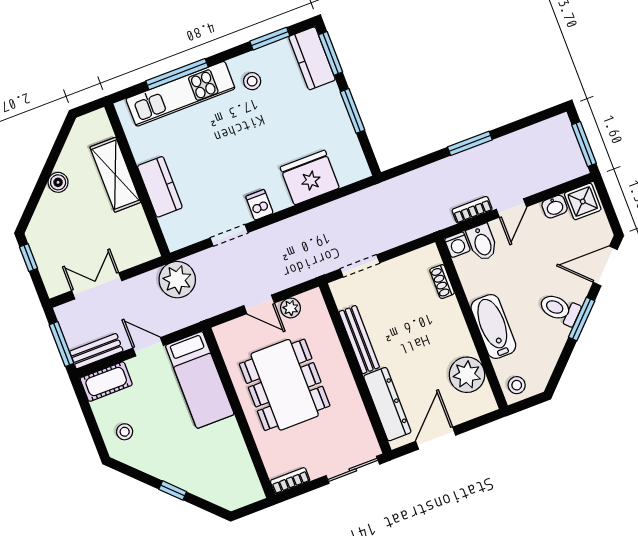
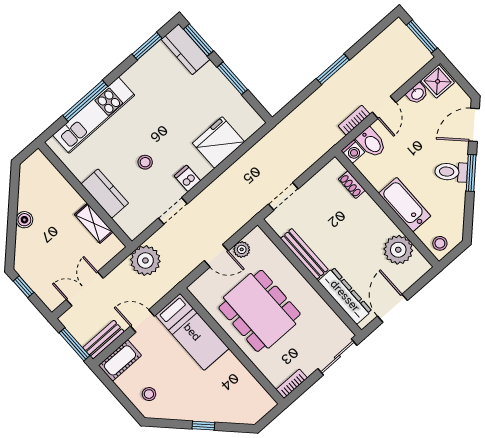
stool: (252, 81) -> (145, 162), moved
shelving: (115, 175) -> (94, 223), moved, width x0.67, depth x0.75

